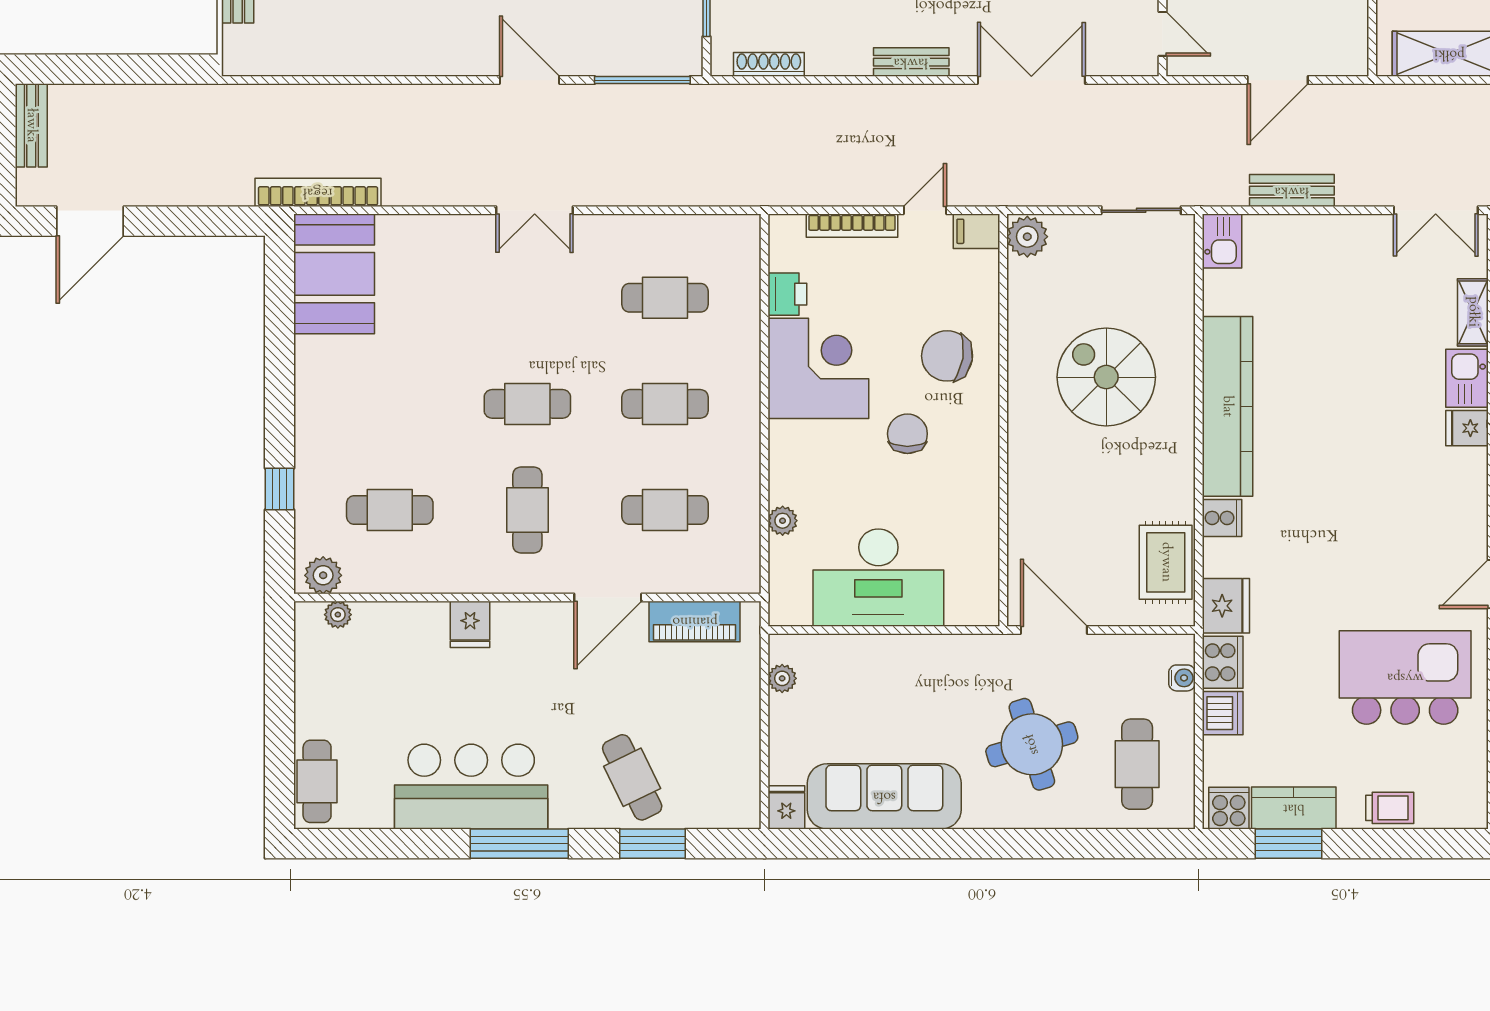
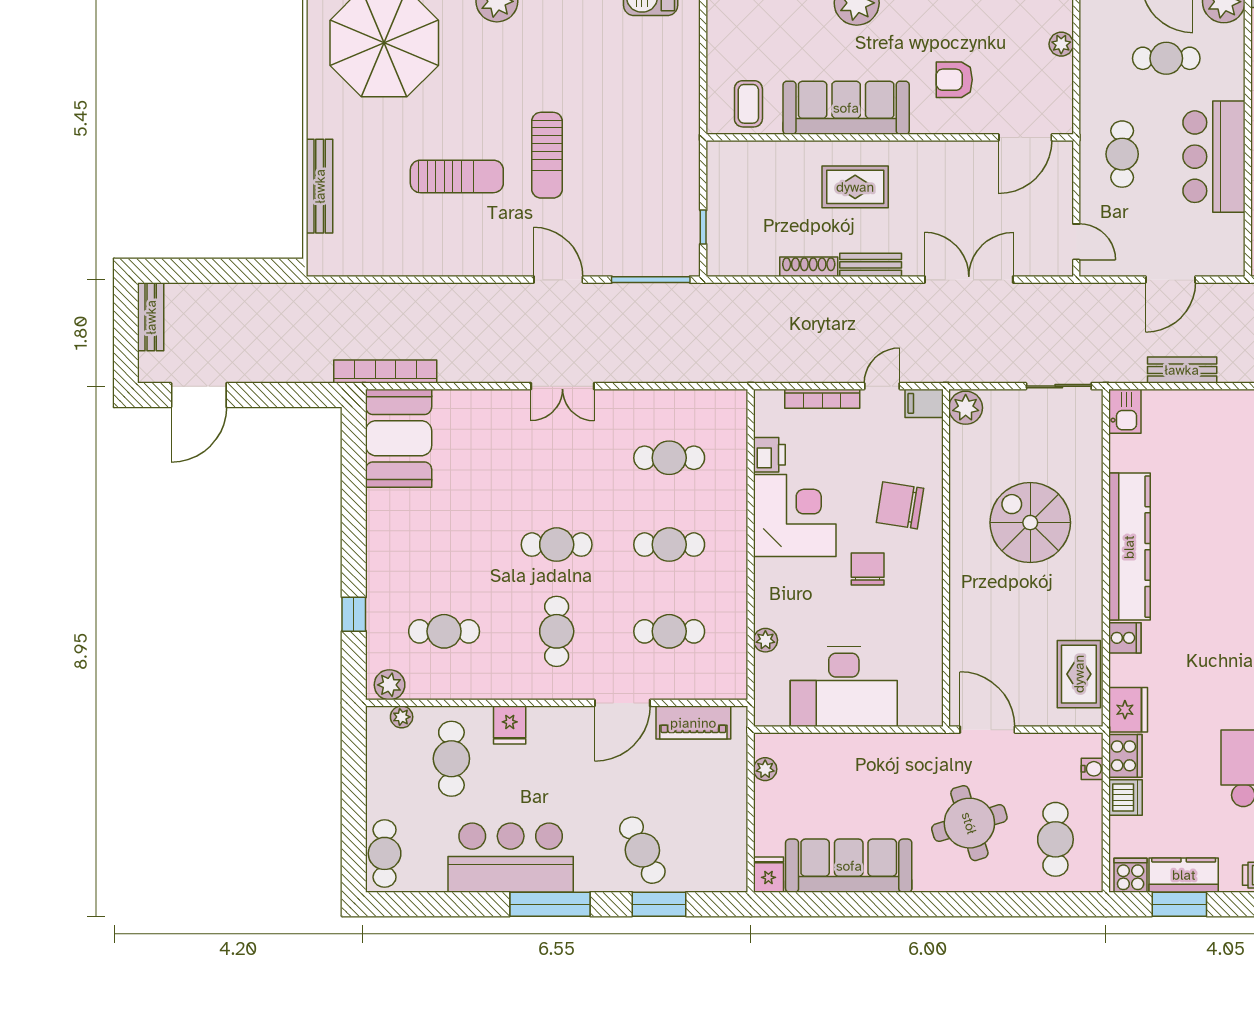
shoe rack: (769, 64) -> (809, 267), moved
cafe table: (399, 666) -> (451, 759), added

